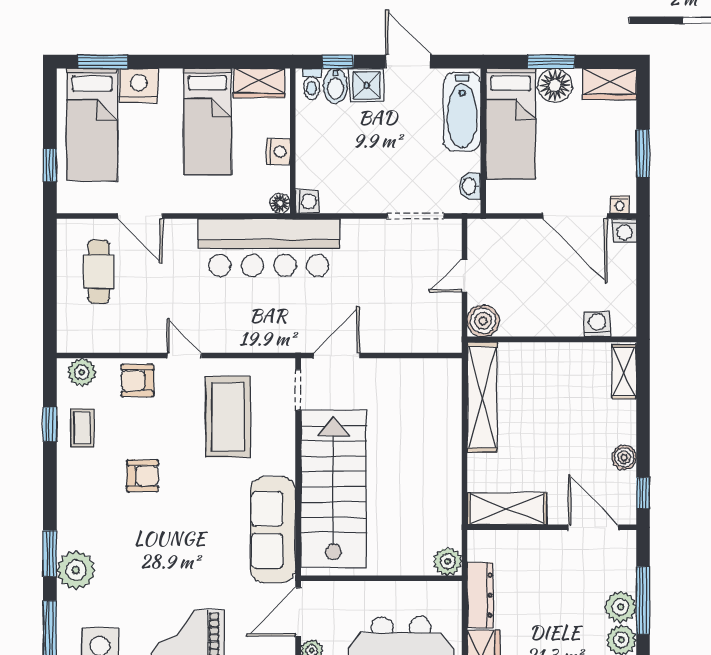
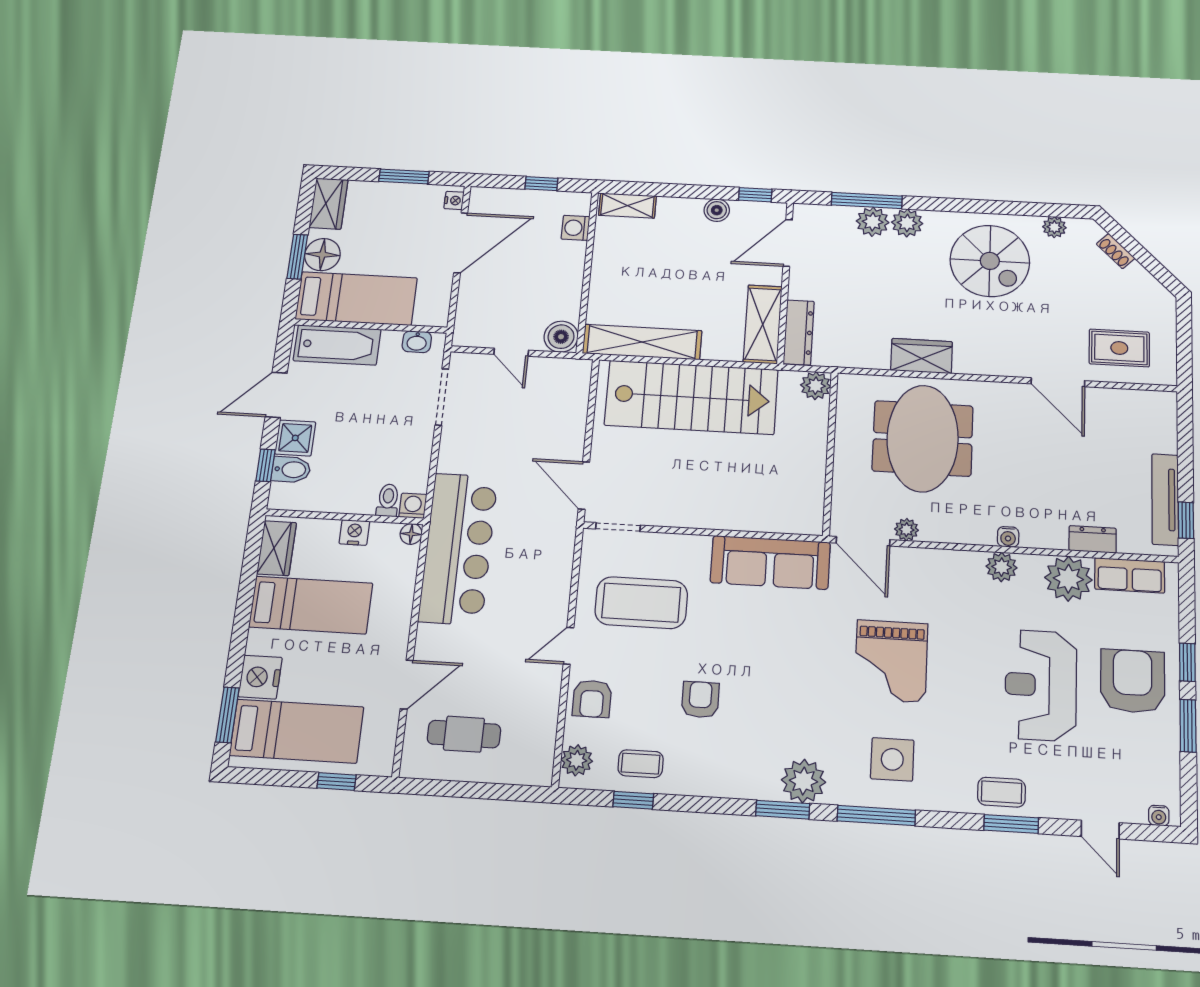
toilet: (312, 84) -> (388, 500), moved, turned -90
washing machine: (625, 230) -> (481, 198), removed
window: (643, 287) -> (541, 184), added
stairs: (333, 489) -> (691, 397), moved, turned 180
dresser: (480, 595) -> (799, 332), moved, turned 90

